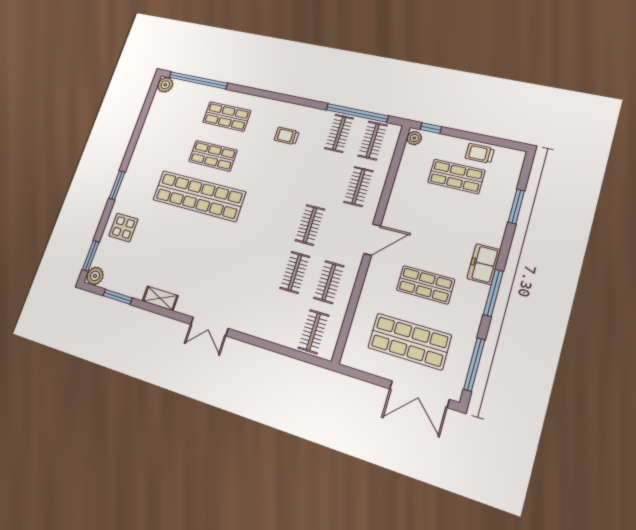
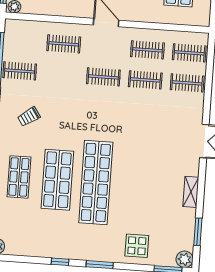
trolley: (287, 136) -> (29, 117), turned 56
clothes rail: (373, 141) -> (187, 83), moved
window: (132, 146) -> (60, 262), added
shop shelf: (213, 156) -> (57, 180), width x1.43, depth x1.36

